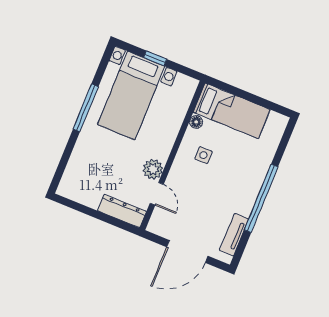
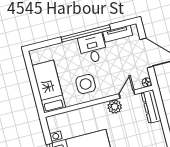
floor lamp: (196, 122) -> (147, 82), moved
side table: (203, 155) -> (86, 84), width x1.87, depth x1.87
desk: (238, 194) -> (93, 48), added

